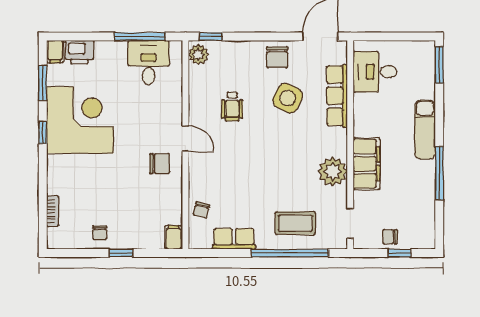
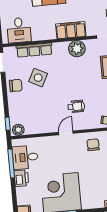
printer: (79, 52) -> (21, 178), moved
wheelchair: (232, 107) -> (76, 106), moved
chair: (160, 164) -> (93, 145), moved

